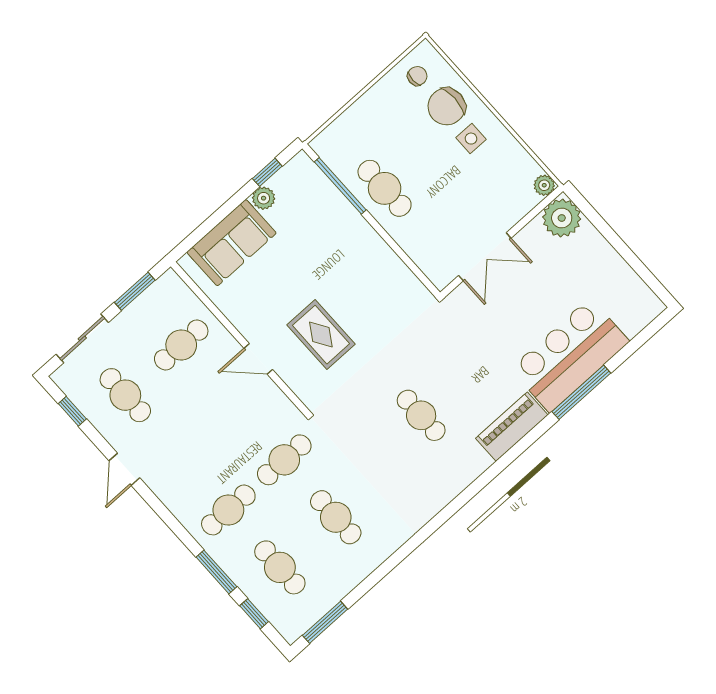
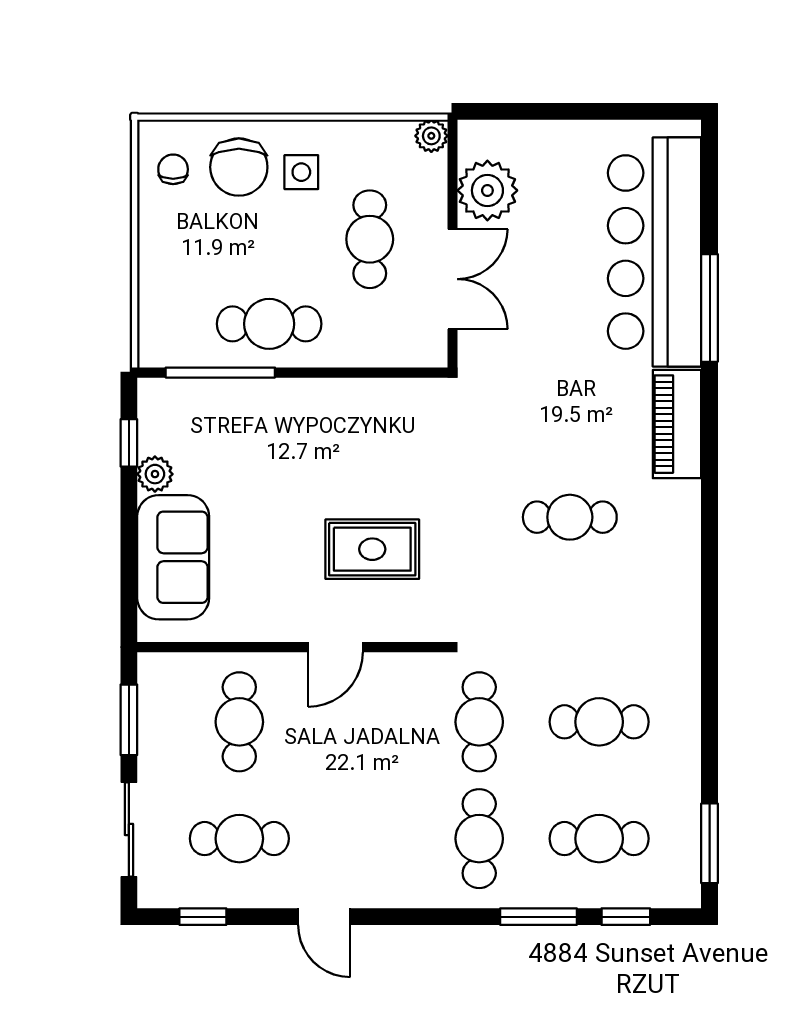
cafe table: (468, 200) -> (370, 239), added
plant: (562, 218) -> (487, 190), moved
bar counter: (570, 355) -> (655, 252), width x1.36

